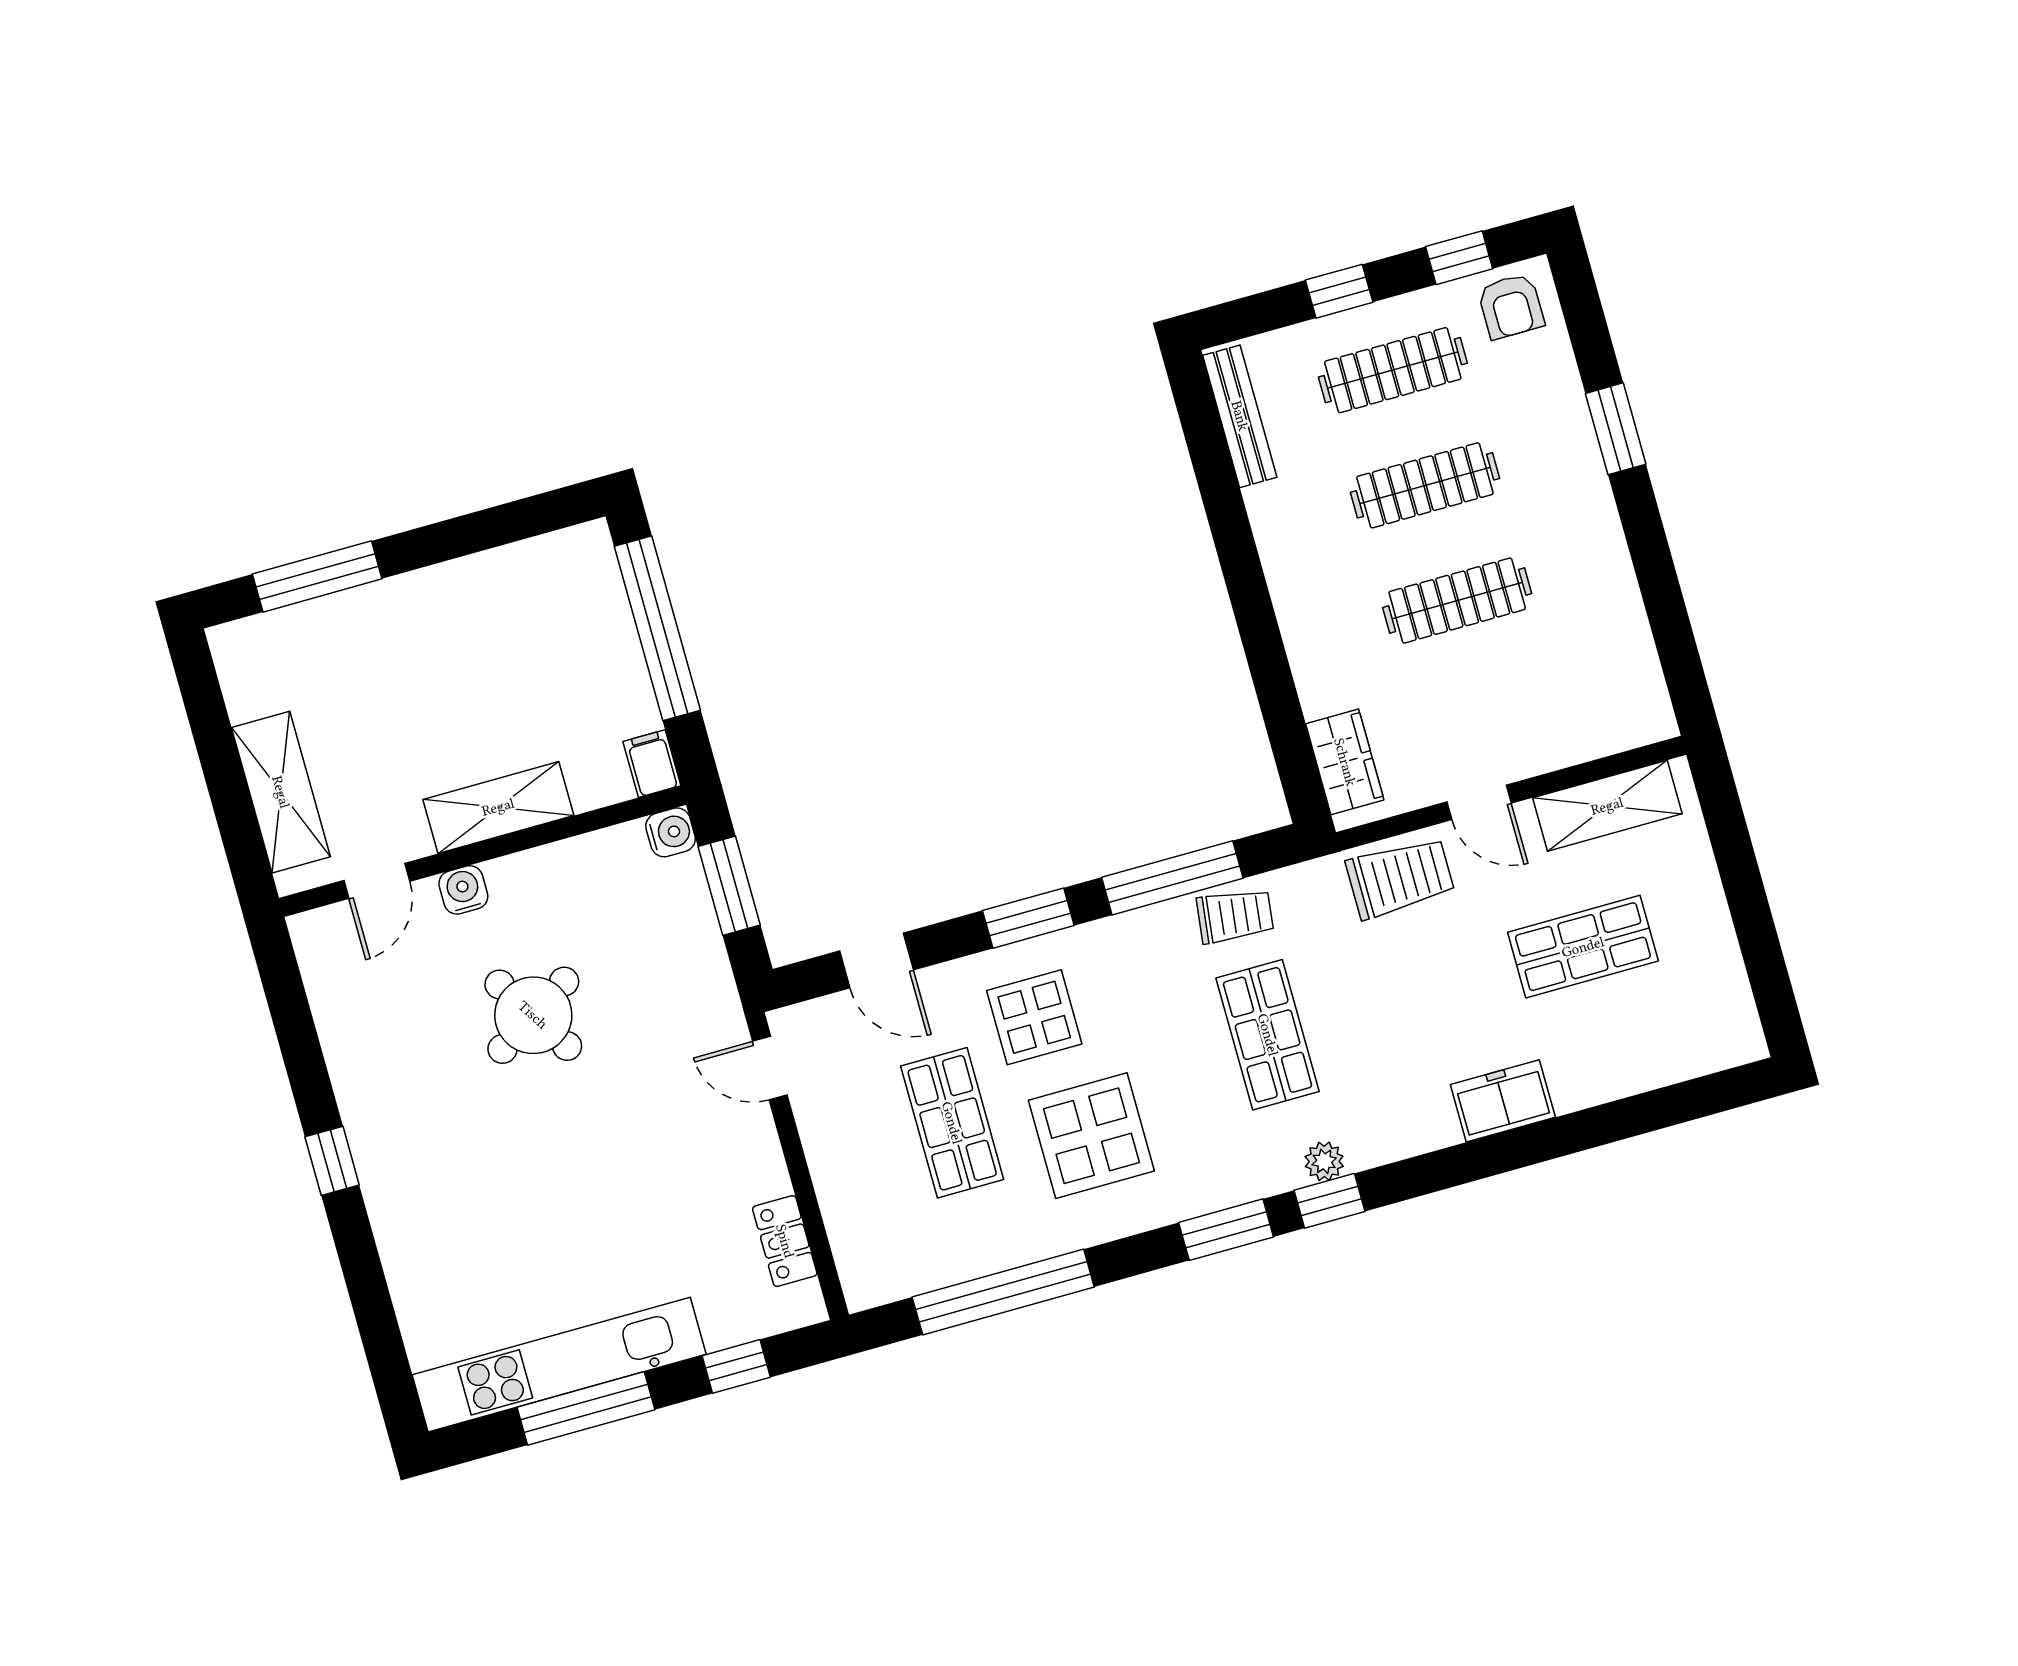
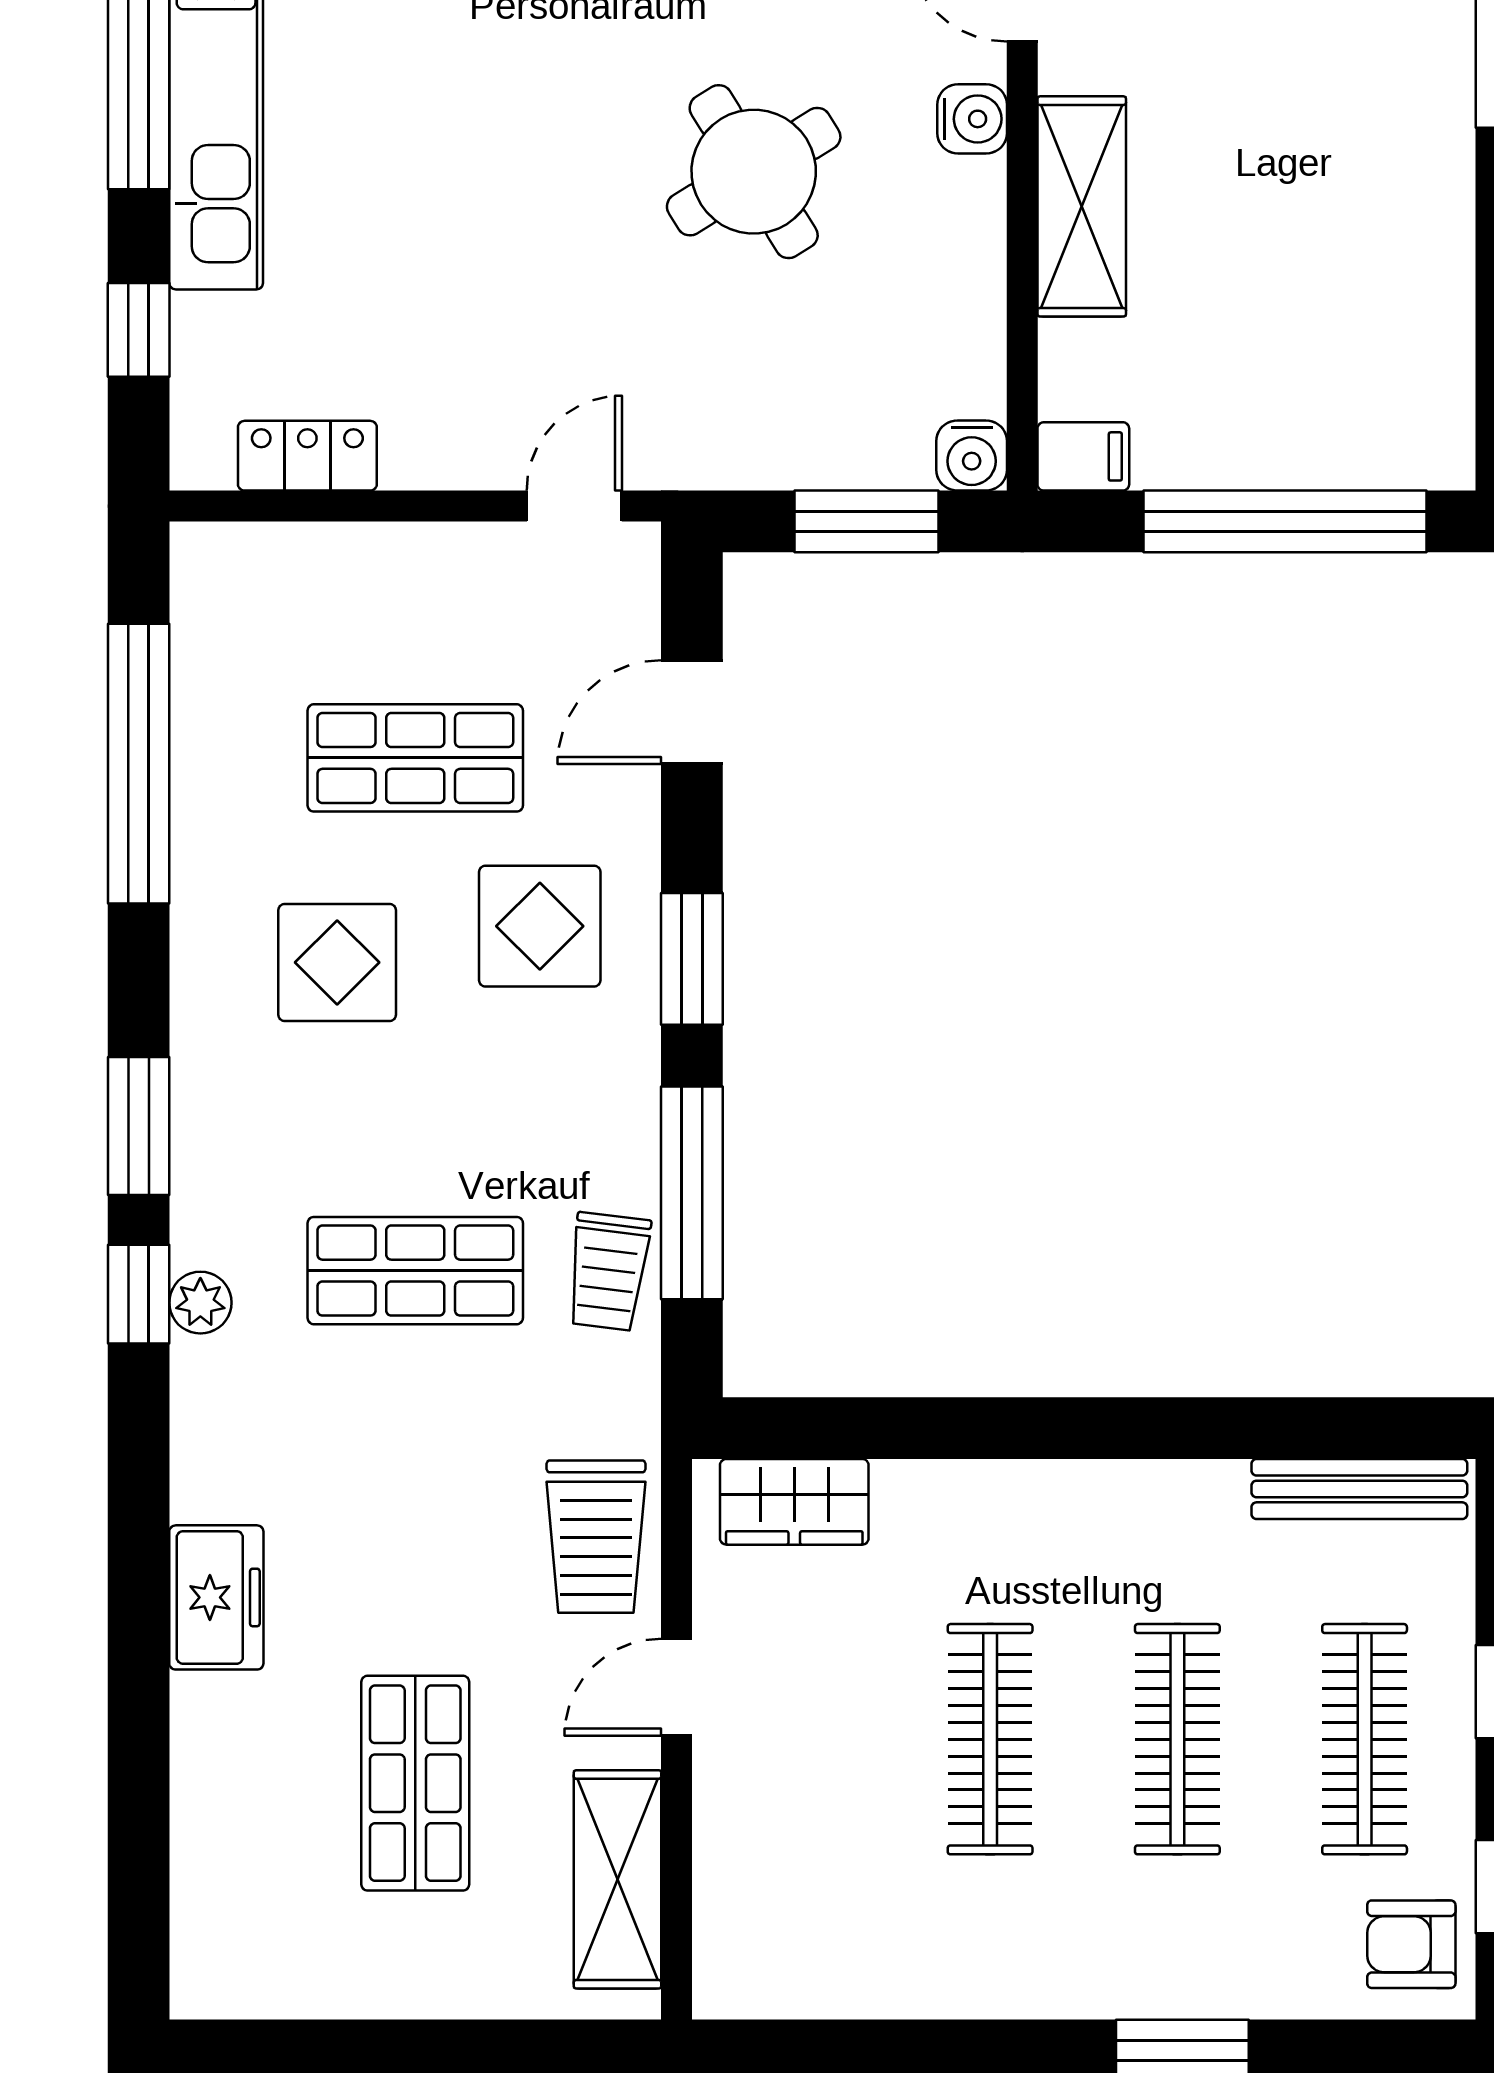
display table: (1091, 1136) -> (337, 962), width x0.73, depth x0.73

